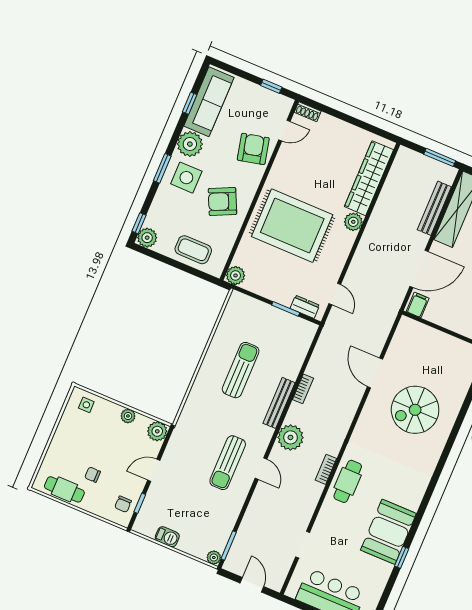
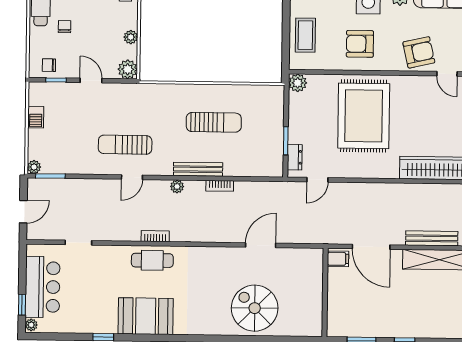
armchair: (222, 201) -> (360, 44), turned -65
plant: (353, 222) -> (390, 170), removed
spiral stairs: (415, 410) -> (255, 308), moved
plant: (290, 437) -> (177, 186), width x0.53, depth x0.53
booth: (388, 532) -> (146, 316), moved

